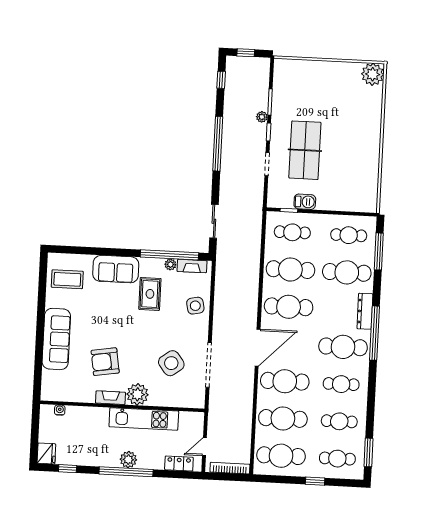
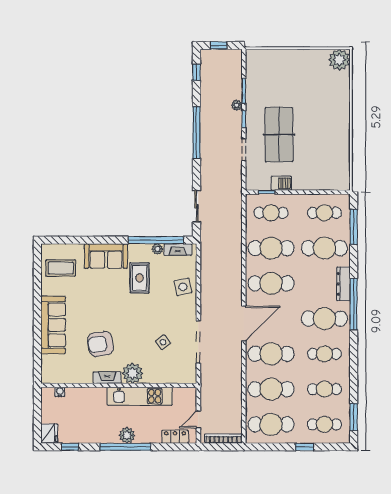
side table: (171, 363) -> (163, 342), width x0.54, depth x0.54

